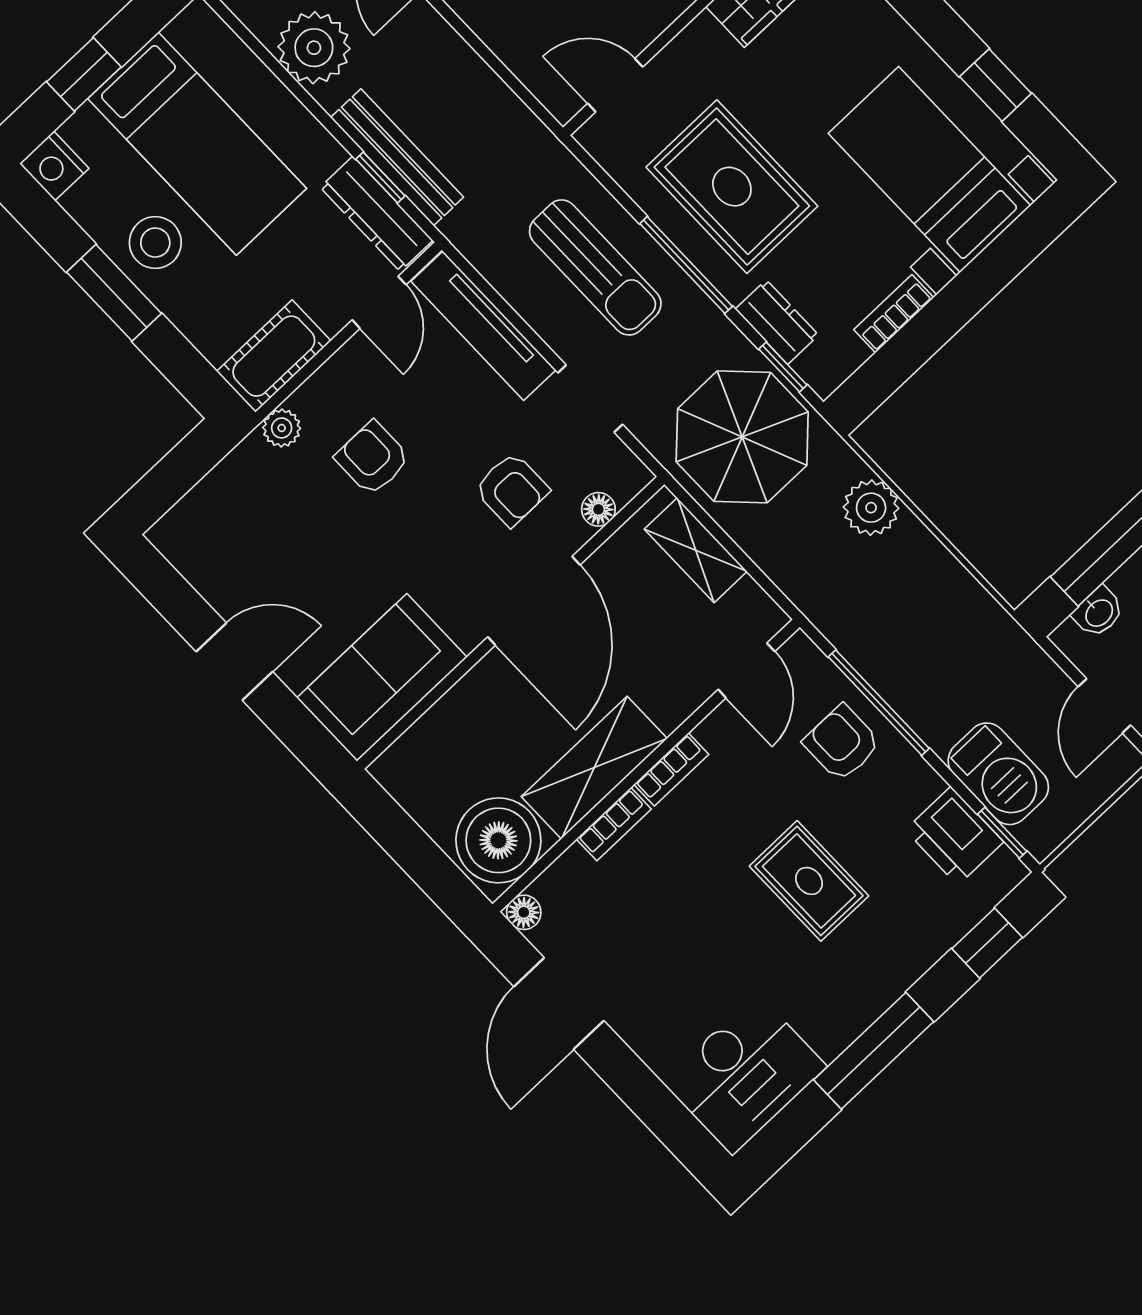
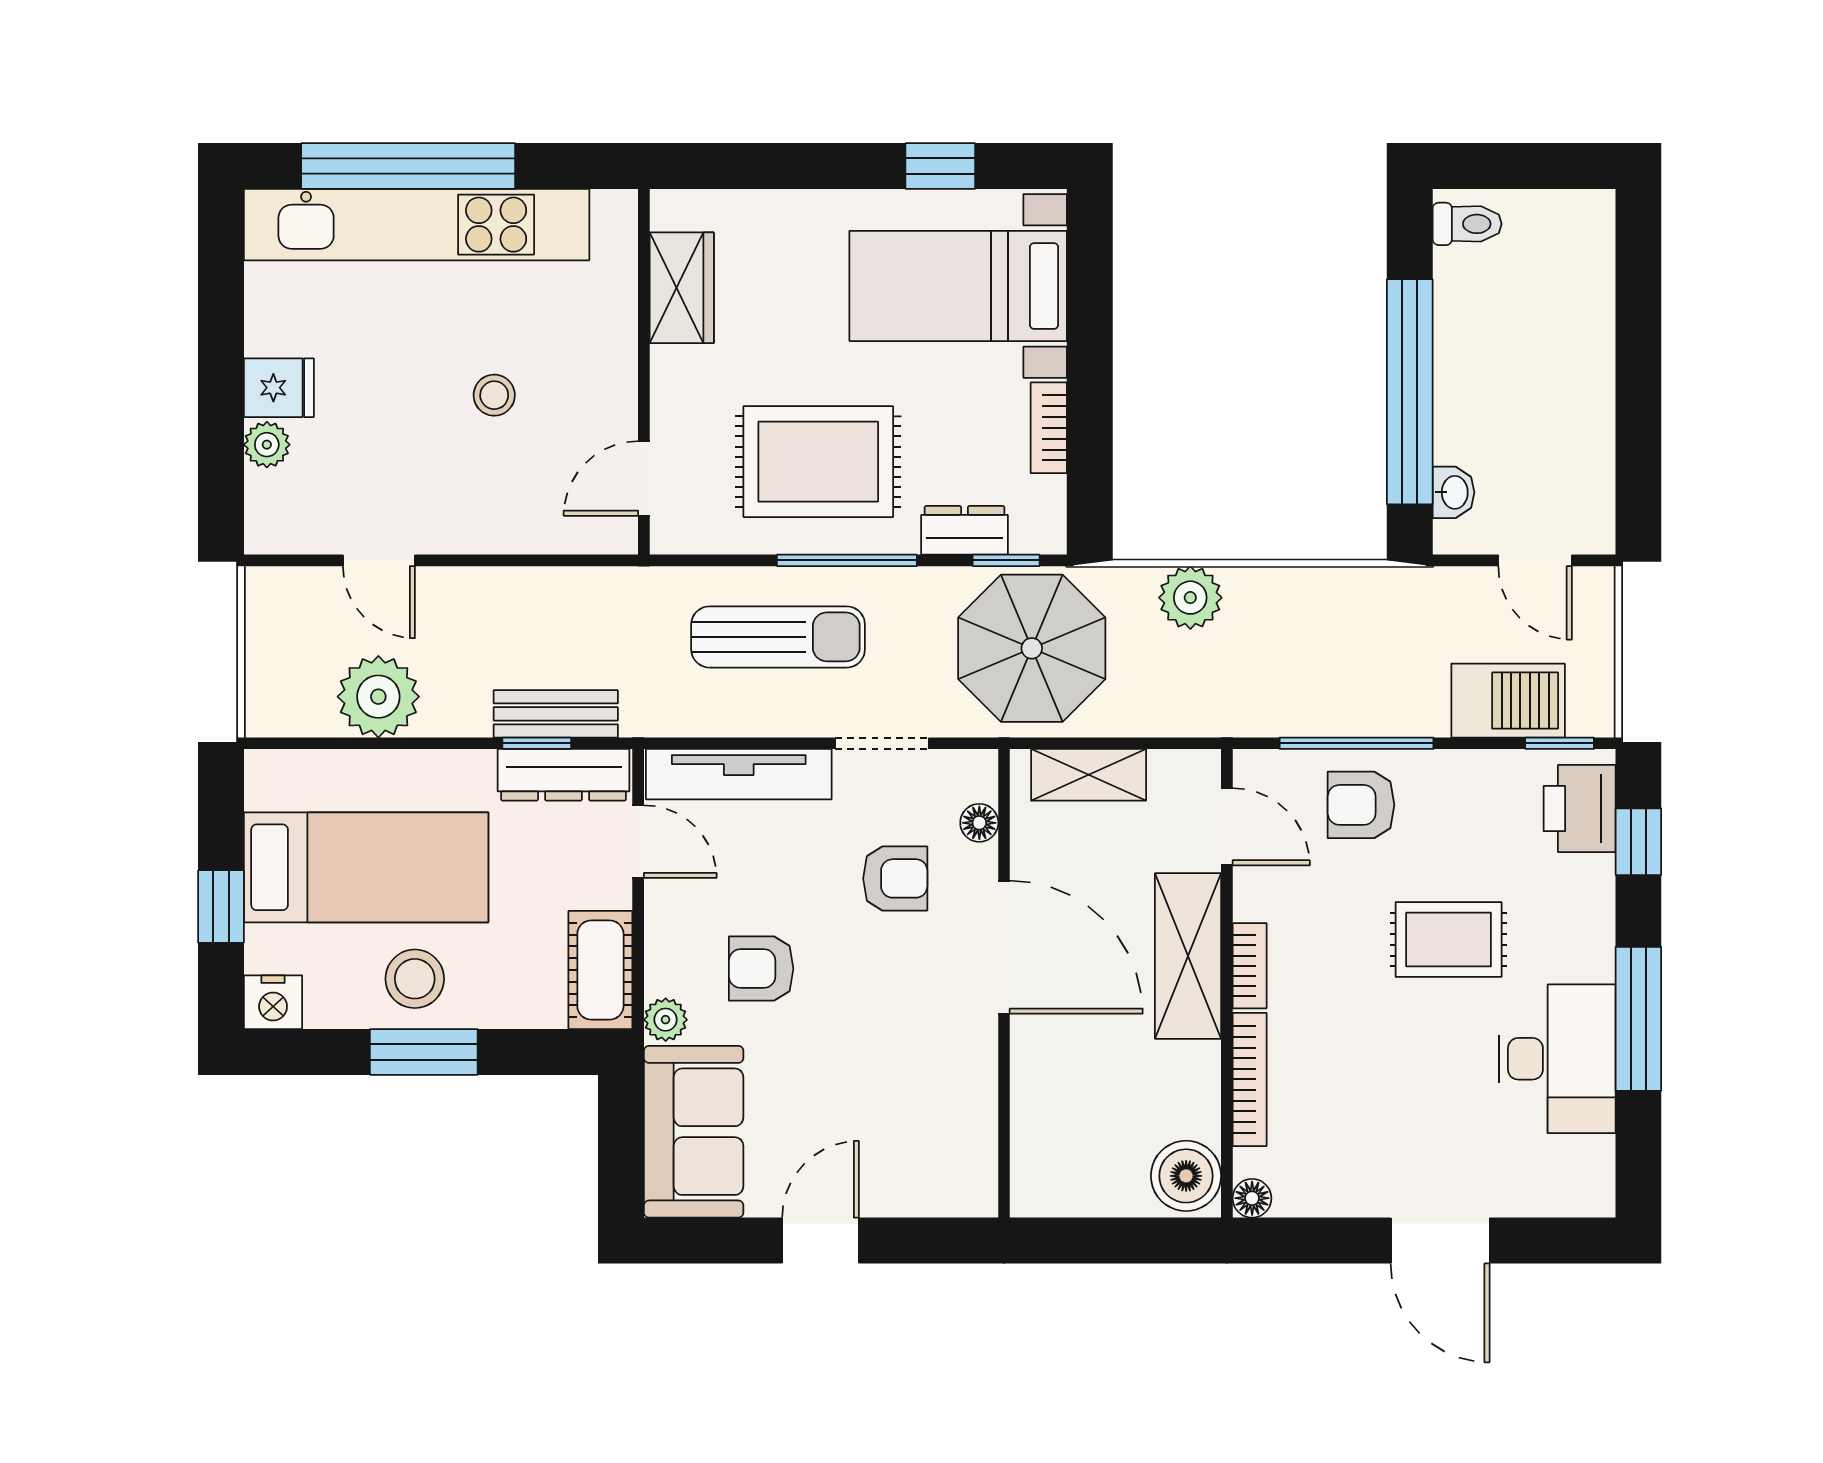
bench: (397, 157) -> (556, 714), width x0.73
sofa: (382, 677) -> (694, 1132), moved, turned 180
shelving: (594, 768) -> (1188, 956), moved
bookcase: (614, 824) -> (1250, 1079), width x1.56
printer: (954, 836) -> (1580, 809), moved, turned 90
boiler: (498, 840) -> (1186, 1176), width x0.73, depth x0.73
door: (559, 1004) -> (1440, 1241), moved
desk: (744, 1074) -> (1557, 1059), moved

